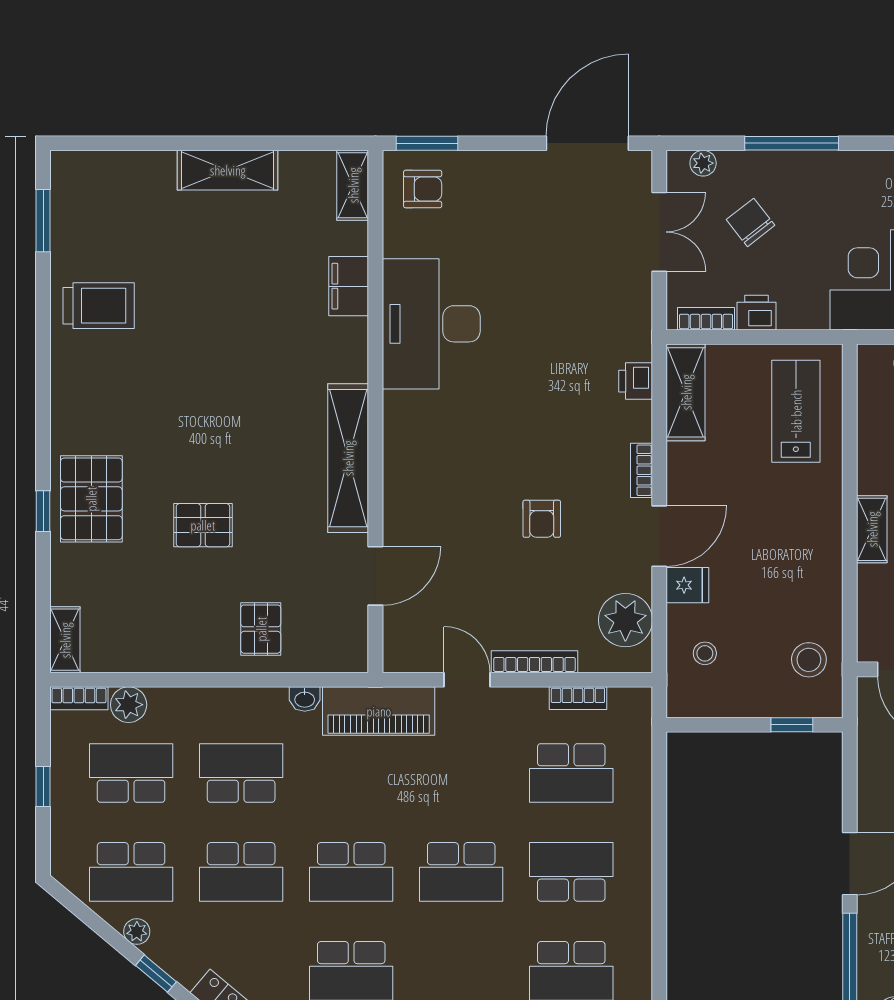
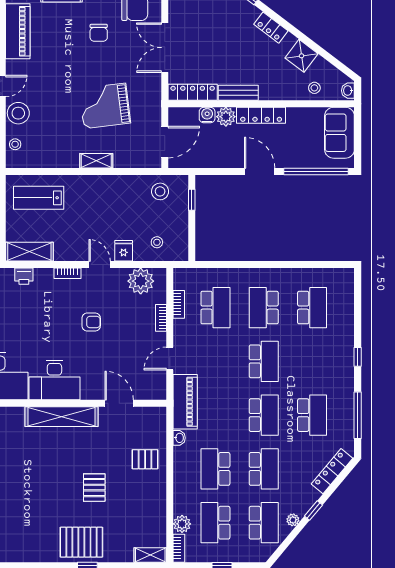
desk: (423, 444) -> (54, 380), added
door: (659, 536) -> (100, 265), width x0.73
bookcase: (534, 662) -> (161, 318), width x0.64

